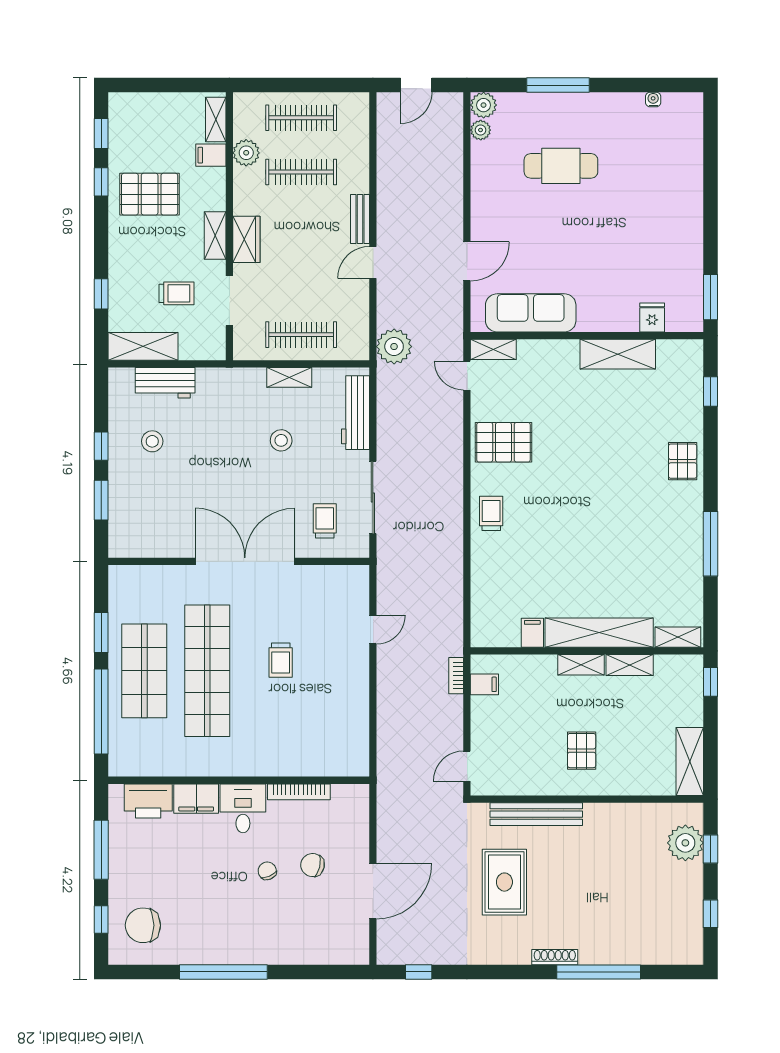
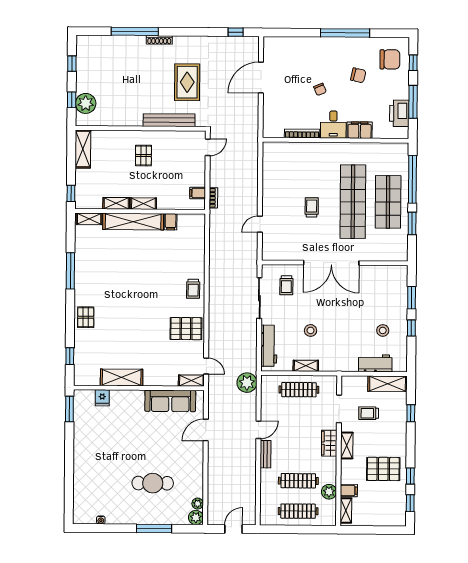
printer: (148, 801) -> (399, 113), moved, turned -90
chair: (313, 865) -> (358, 75), moved

